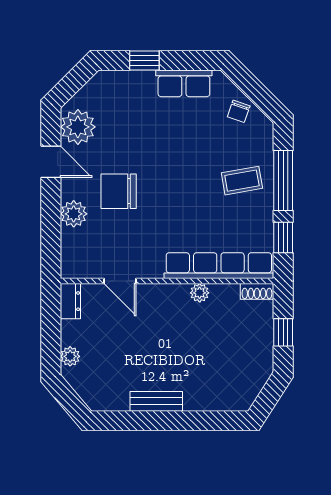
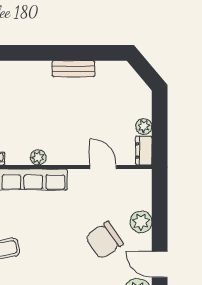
chair: (119, 191) -> (104, 240), turned 146
plant: (70, 356) -> (144, 126), moved

